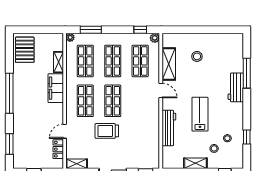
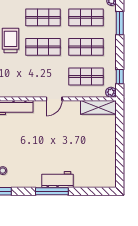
stool: (197, 56) -> (91, 138), removed
shelving: (169, 64) -> (98, 107), moved
window: (247, 73) -> (52, 191), moved
lab bench: (200, 114) -> (29, 141), removed

